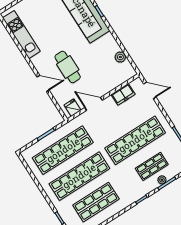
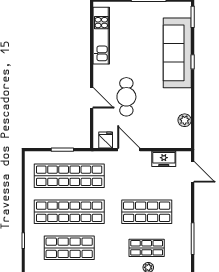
shop shelf: (135, 140) -> (147, 212), width x0.71

